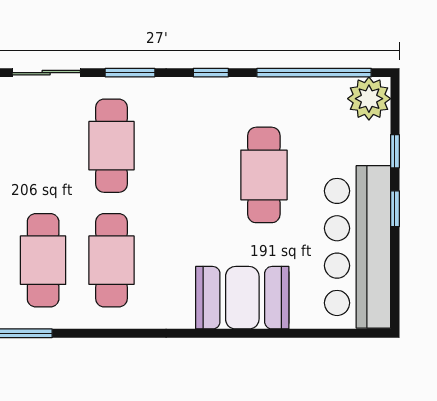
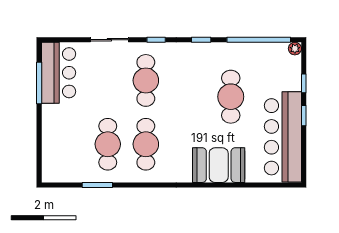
window: (130, 73) -> (156, 40), width x0.67
plant: (369, 99) -> (295, 49), width x0.53, depth x0.53

